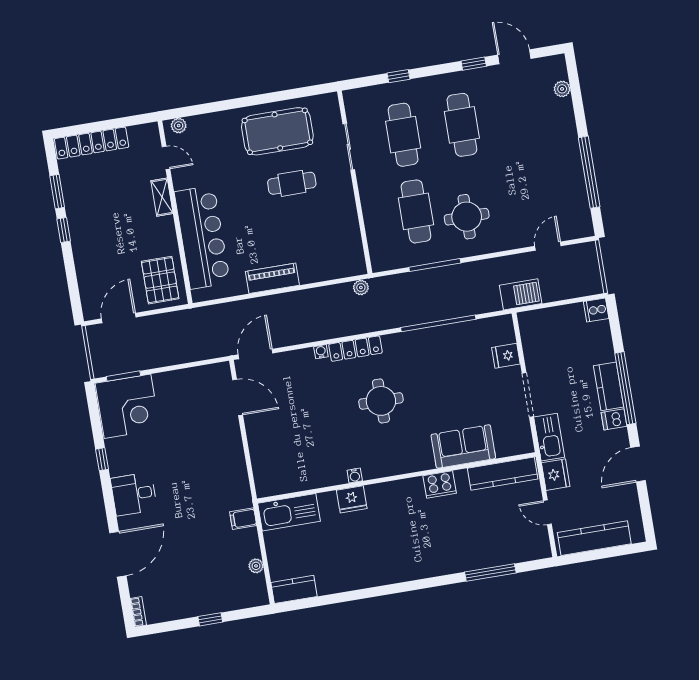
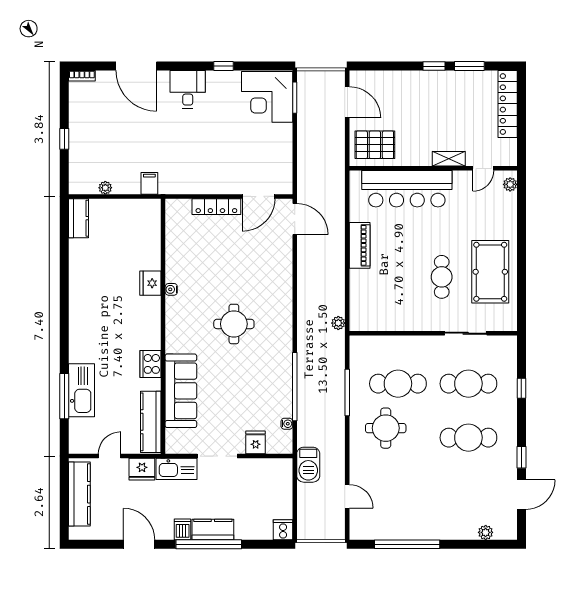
locker: (355, 349) -> (216, 207), moved, turned -90
water cooler: (321, 352) -> (287, 424), moved
sofa: (463, 446) -> (181, 391), width x1.36
kitchen sink: (289, 512) -> (82, 390), moved, turned 180

